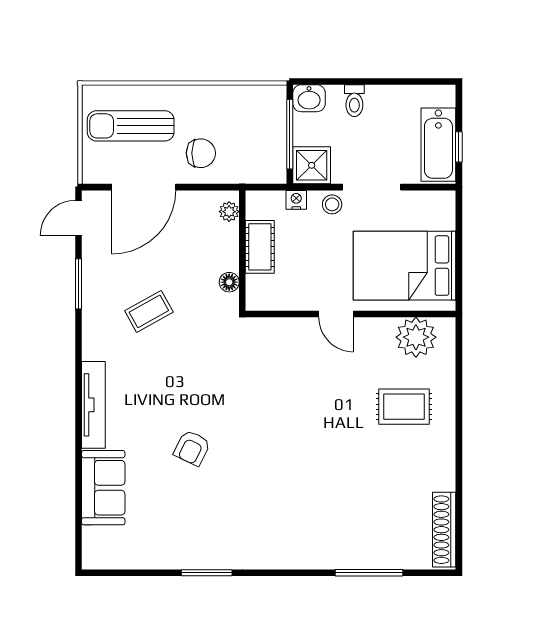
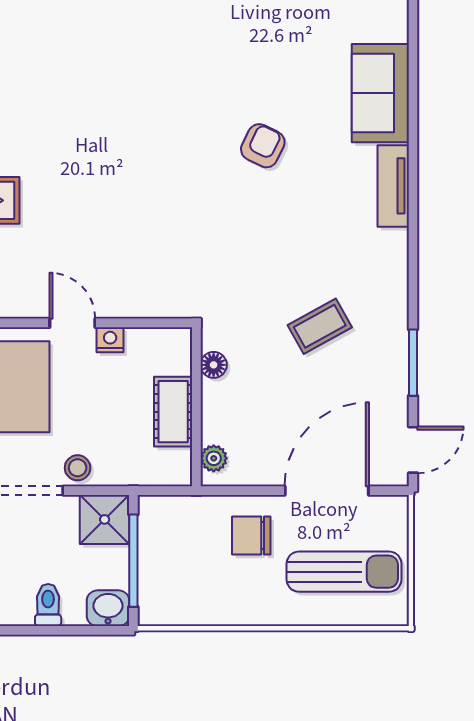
nightstand: (296, 200) -> (110, 340), moved, turned 180
tv unit: (93, 405) -> (393, 186), width x0.71

